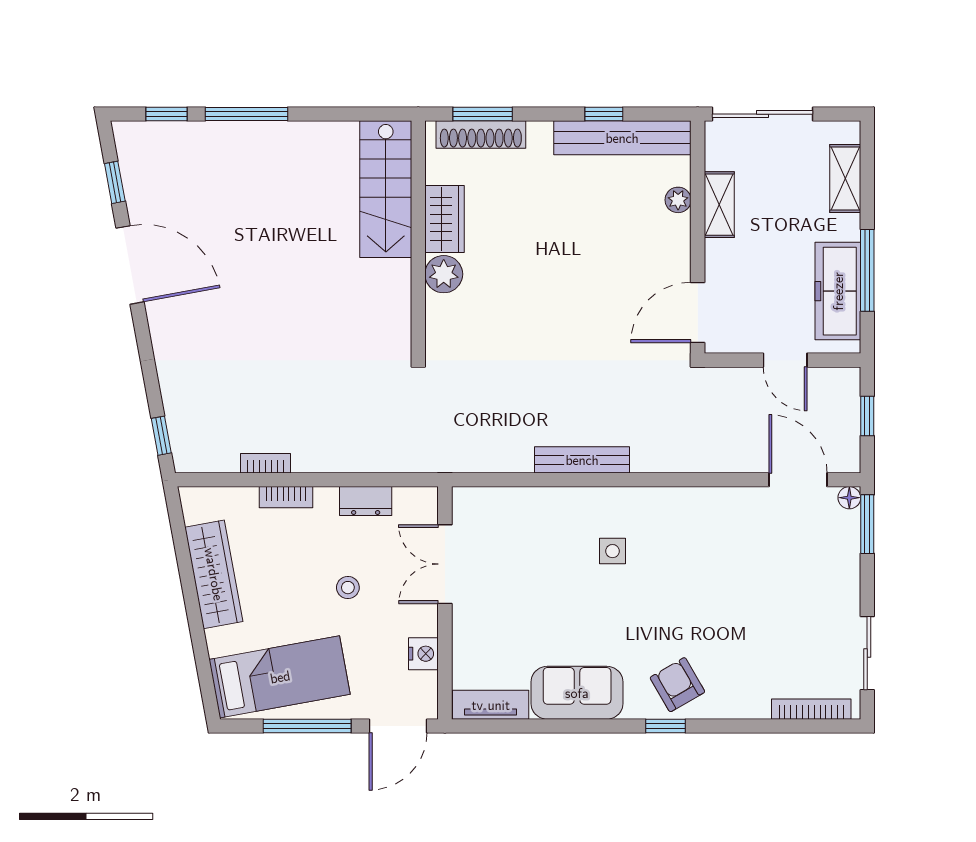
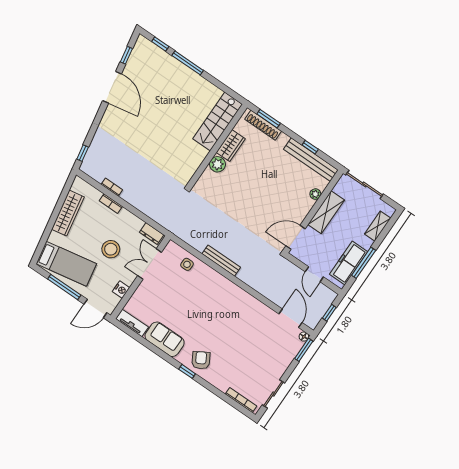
shelving: (719, 205) -> (326, 212), width x1.50, depth x1.33
dresser: (366, 501) -> (152, 234), moved
side table: (612, 551) -> (187, 264), moved
stool: (348, 588) -> (111, 249), width x1.89, depth x1.89

